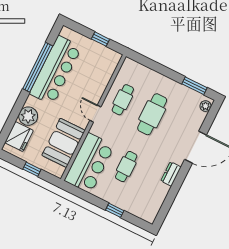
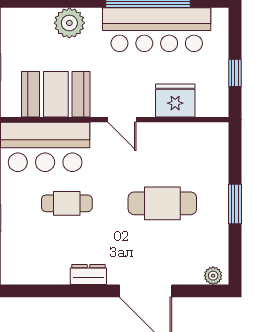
window: (195, 86) -> (235, 204), moved
cafe table: (123, 100) -> (162, 150), removed
door: (95, 114) -> (122, 120), swing flipped
fridge: (19, 137) -> (175, 100), moved, turned 180

